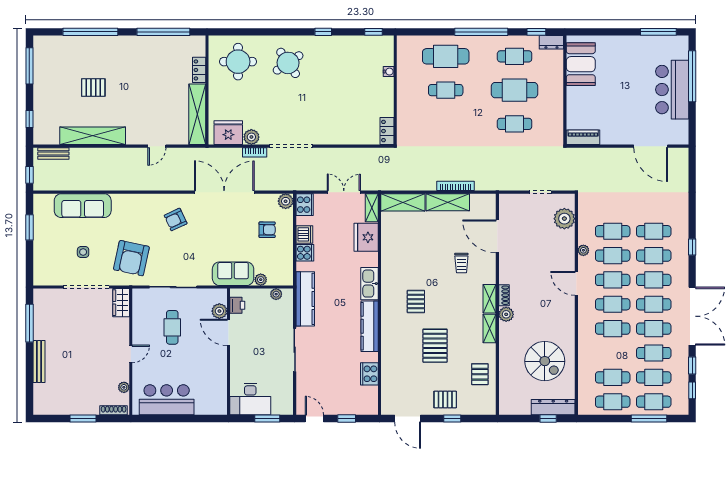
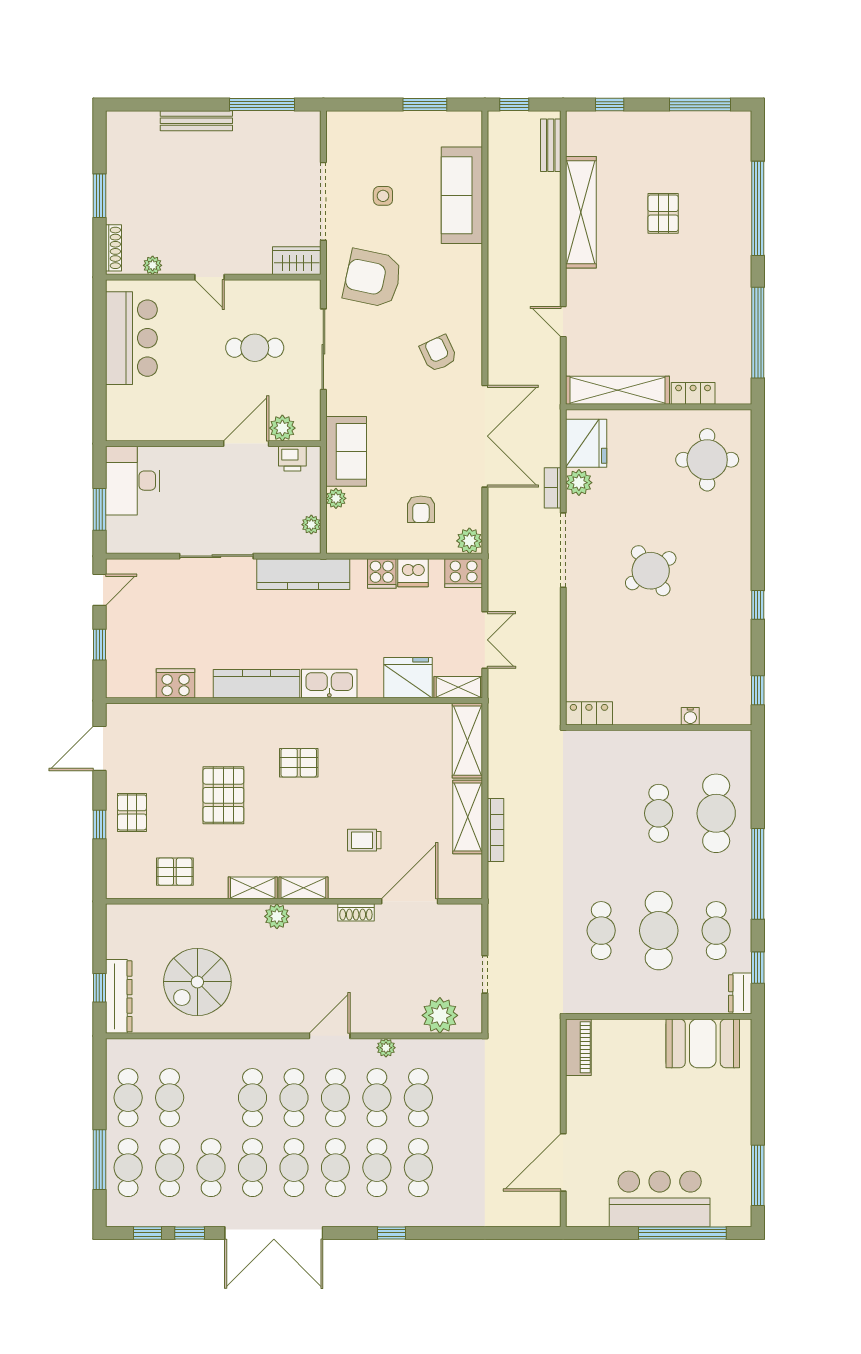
round table: (288, 63) -> (651, 571), moved
shoe rack: (504, 295) -> (356, 912), moved
pallet: (435, 346) -> (223, 795), turned 90

